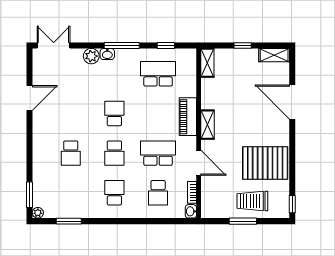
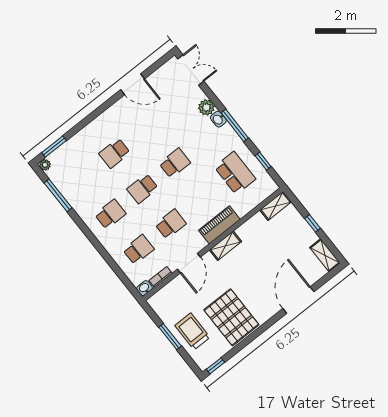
school desk: (158, 153) -> (171, 224), width x0.54
school desk: (158, 193) -> (138, 250), turned 180
window: (69, 221) -> (58, 195), width x1.44

